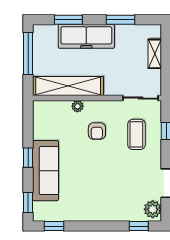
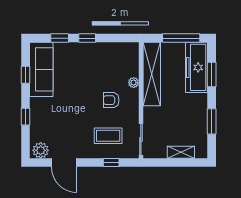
freezer: (86, 36) -> (197, 67), moved
sofa: (46, 171) -> (41, 69), moved, turned -90
window: (28, 203) -> (60, 38), moved
window: (54, 226) -> (26, 75), moved
window: (139, 226) -> (26, 117), moved

